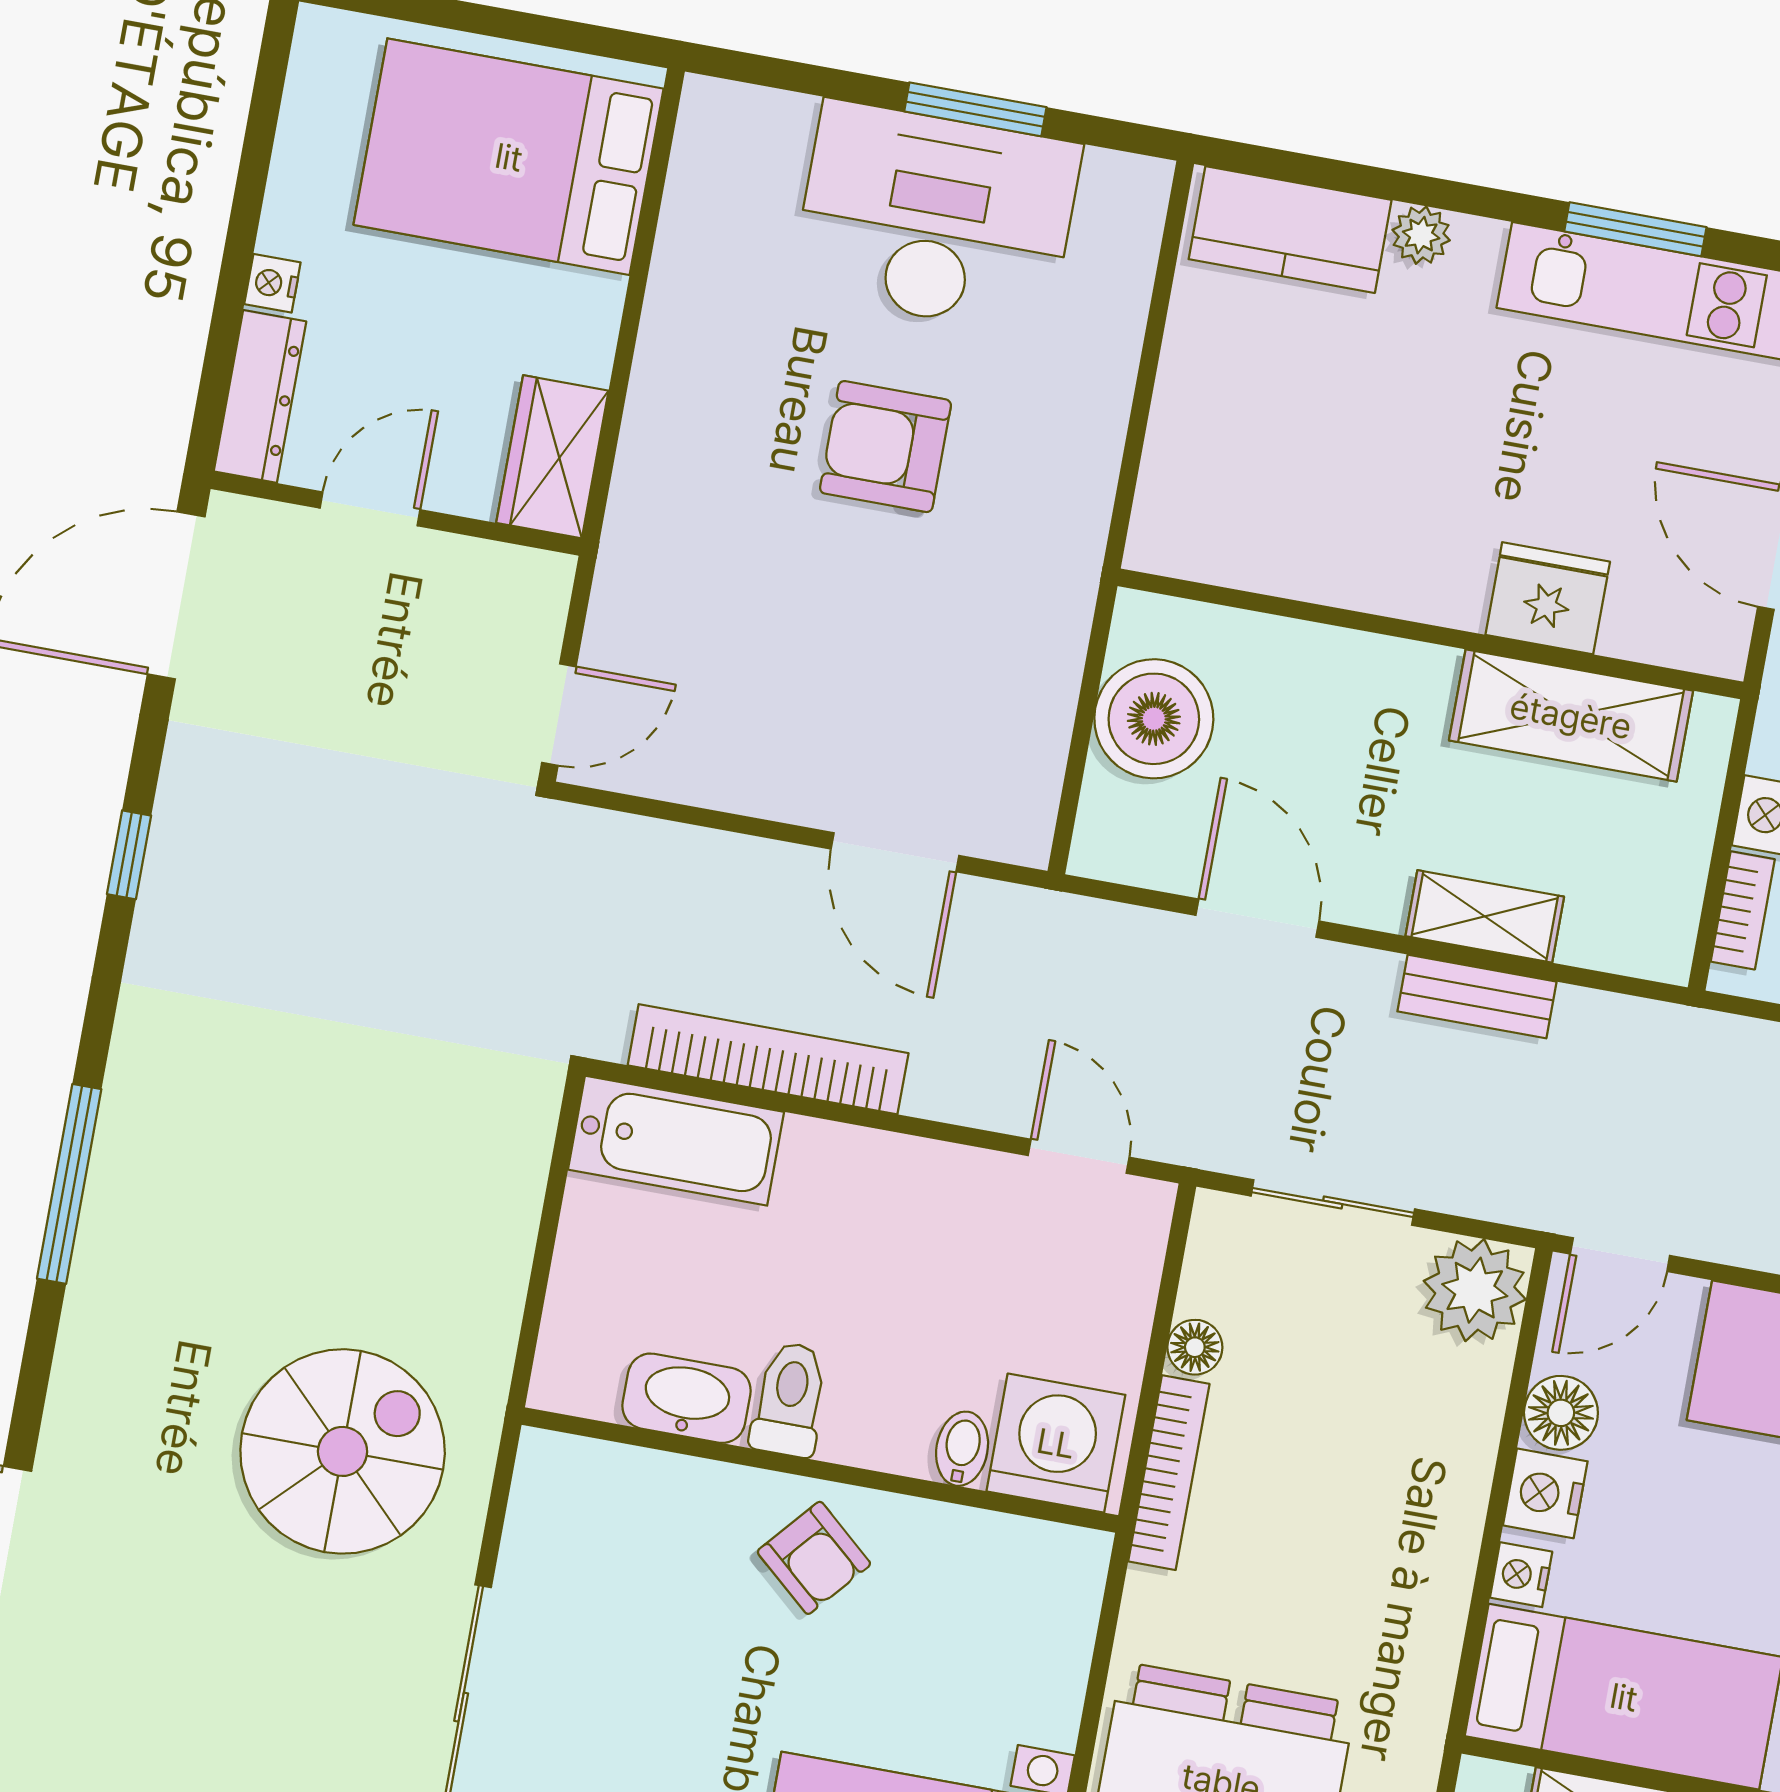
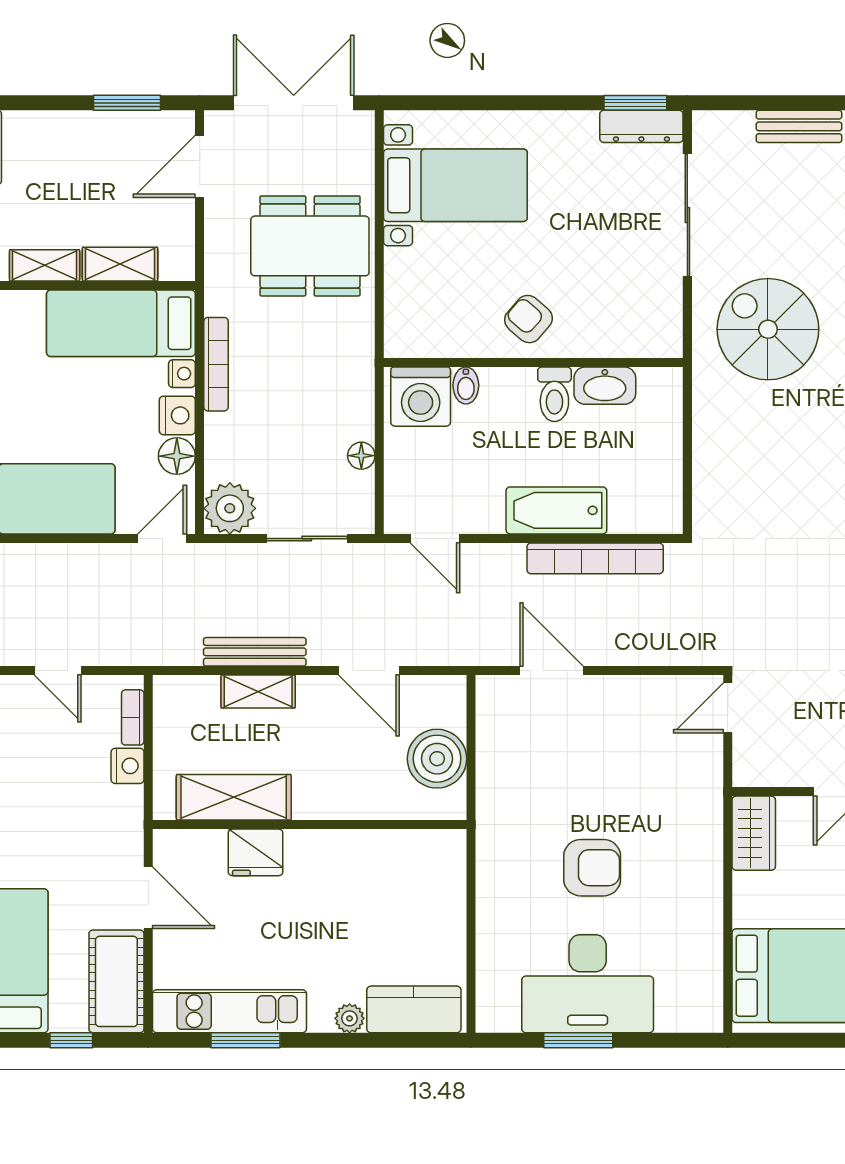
bench: (1477, 996) -> (255, 652), width x1.36
bathtub: (676, 1141) -> (556, 510), moved
spiral stairs: (343, 1451) -> (768, 329), turned 90
bookcase: (1169, 1473) -> (216, 364), moved, turned 180

